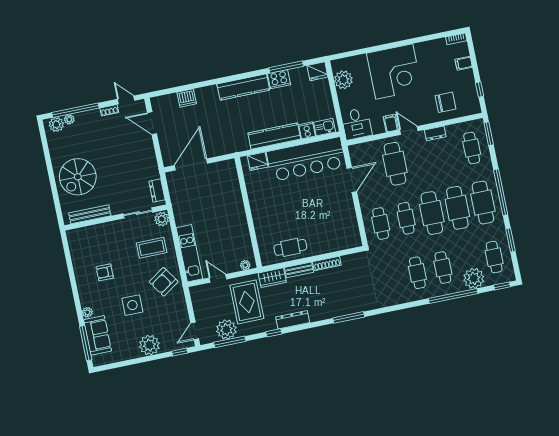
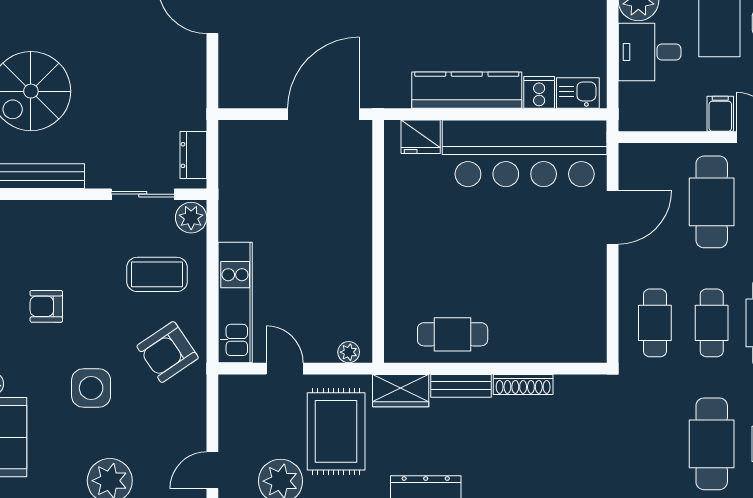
desk: (357, 124) -> (650, 52), moved, turned 90
door: (191, 164) -> (323, 114), moved
cafe table: (417, 273) -> (712, 444), width x1.37, depth x1.35

